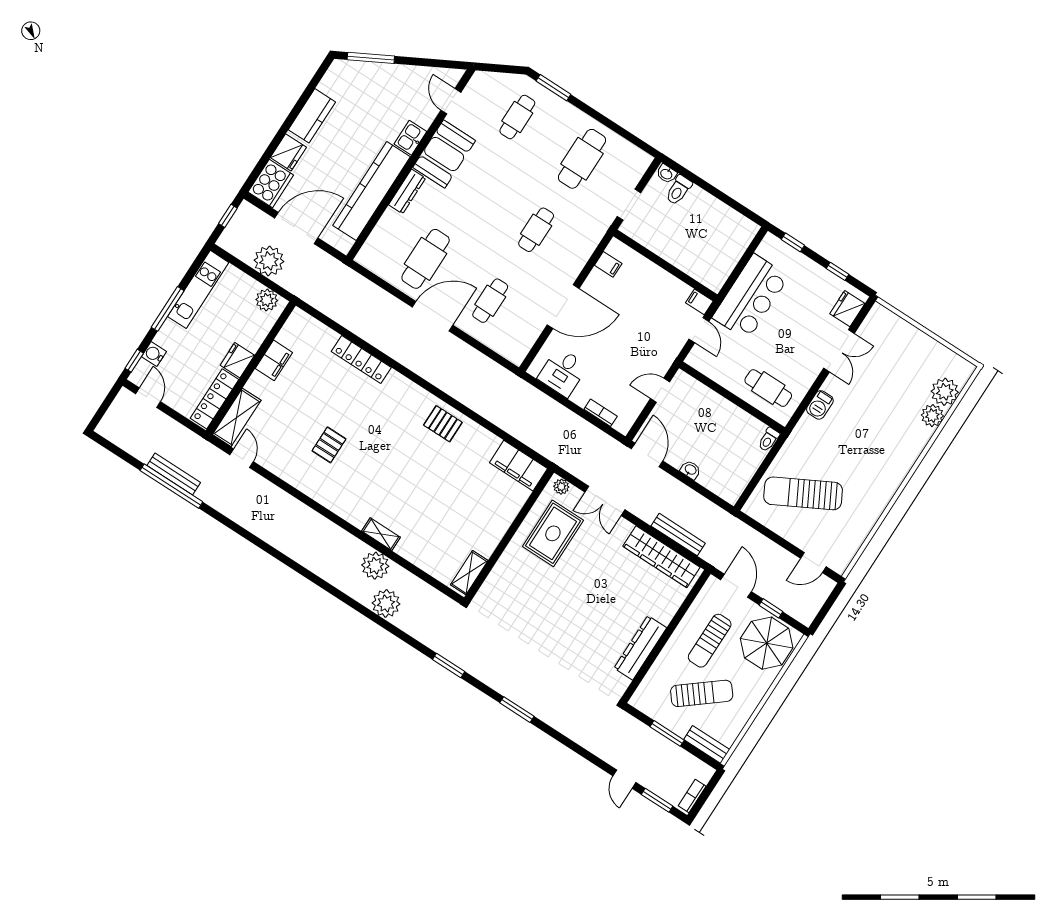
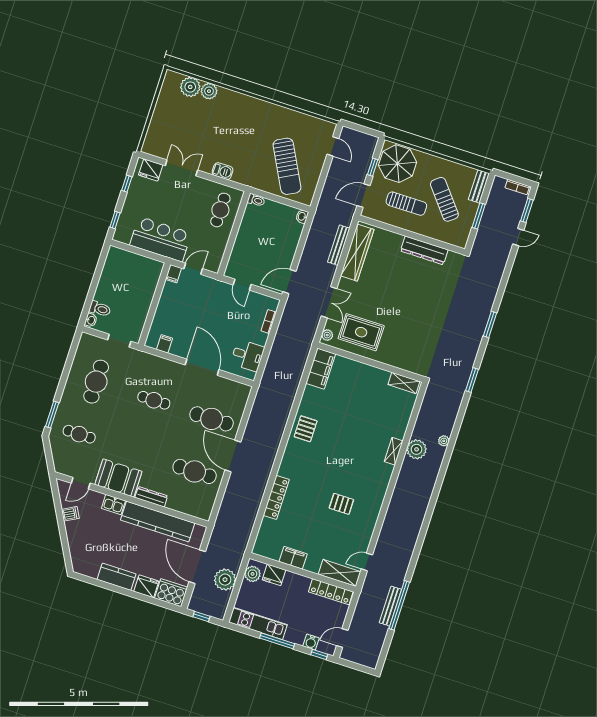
window: (371, 58) -> (65, 547), removed
dishwasher: (413, 76) -> (70, 514), added
cafe table: (582, 159) -> (96, 382), turned 90
cafe table: (490, 301) -> (212, 419), width x1.37, depth x1.35
fridge: (237, 360) -> (274, 575), moved
washbasin: (690, 470) -> (302, 216), moved
plant: (386, 603) -> (444, 441), width x0.53, depth x0.53

